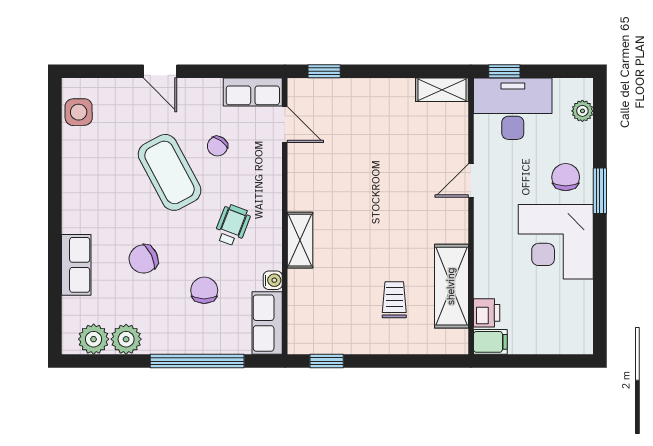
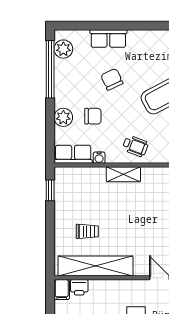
wheelchair: (232, 225) -> (135, 146), moved
shelving: (451, 286) -> (95, 266), width x1.47
plant: (126, 339) -> (63, 117), moved
window: (197, 361) -> (50, 69), moved

